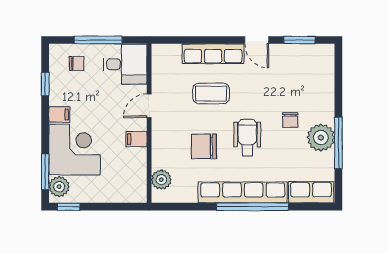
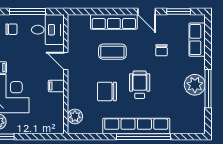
door: (149, 106) -> (66, 61), hinge flipped
chair: (290, 120) -> (161, 50), moved
row of seats: (311, 192) -> (197, 40), moved, turned -90

